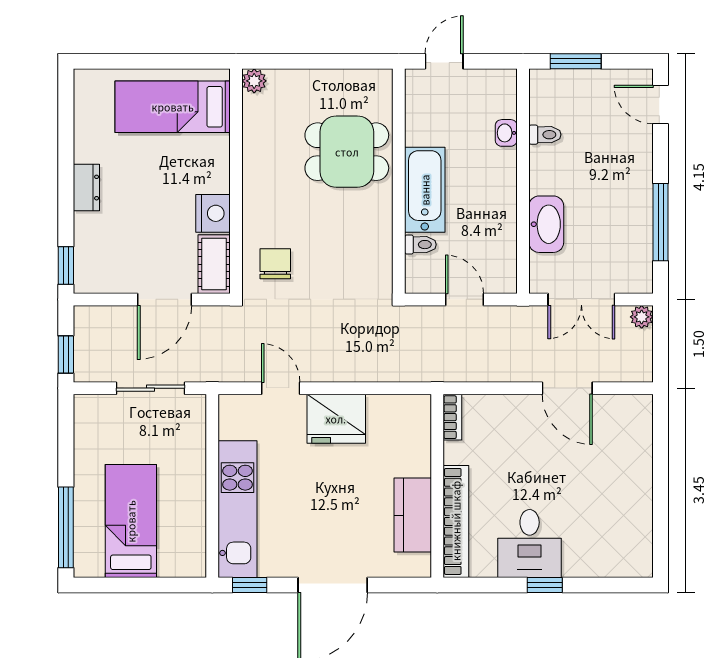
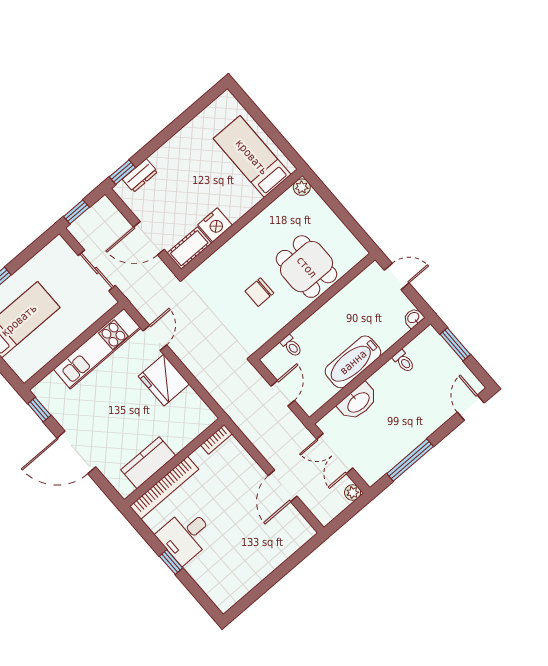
washbasin: (506, 133) -> (414, 318), moved
dresser: (86, 188) -> (140, 175), moved
bathtub: (425, 190) -> (353, 362), moved, turned 180
chair: (275, 264) -> (259, 292), moved, turned 180
kitchen unit: (238, 509) -> (97, 349), moved

